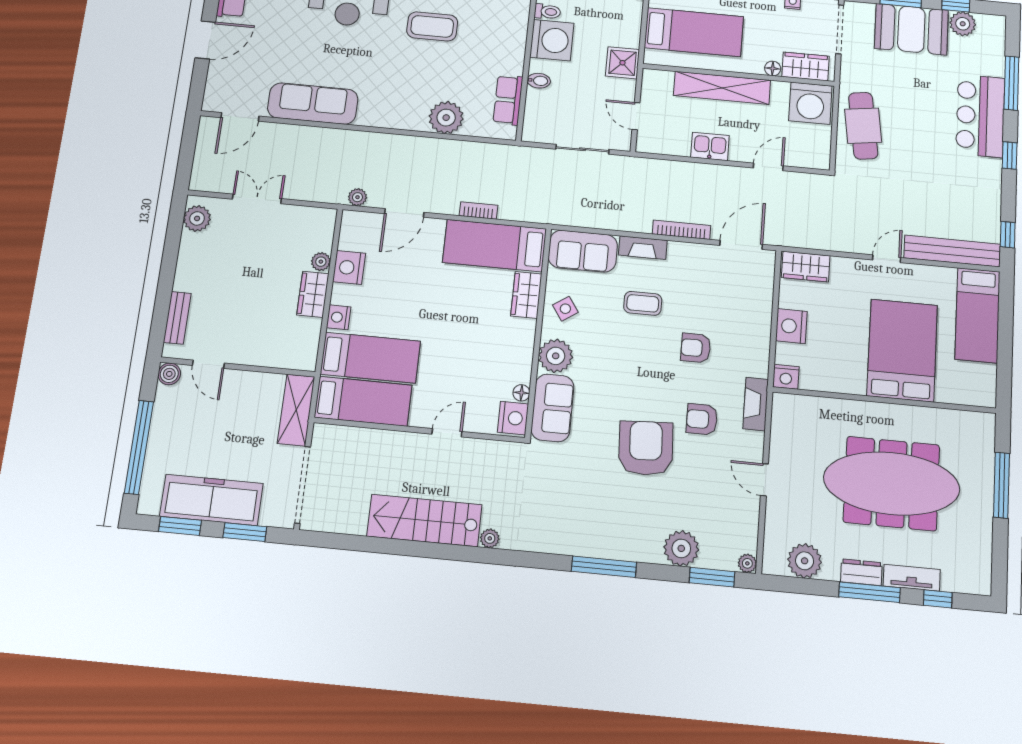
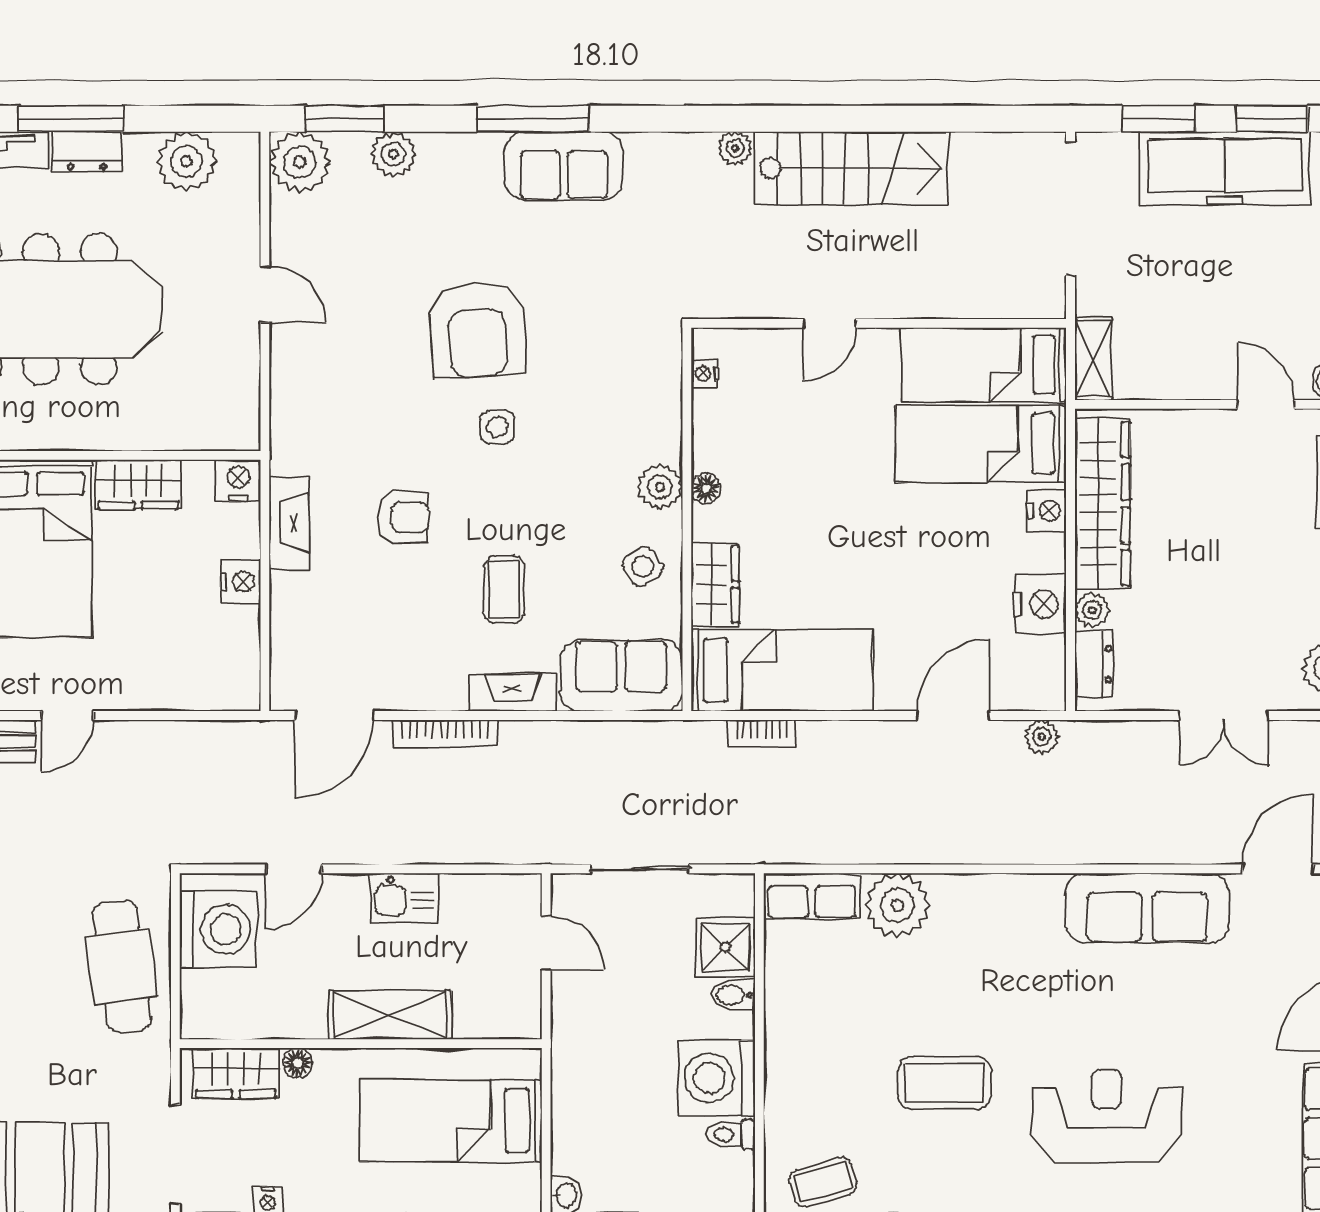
shower: (623, 63) -> (725, 947), moved
shelving: (722, 88) -> (390, 1015), width x0.68
row of seats: (508, 100) -> (812, 896), moved, turned 90
washing machine: (810, 103) -> (218, 929), moved, turned 90
bookcase: (478, 210) -> (762, 733), moved
dresser: (324, 233) -> (1094, 664), added
wardrobe: (806, 267) -> (138, 485), moved, turned 180
wardrobe: (313, 294) -> (1102, 504), width x2.10, depth x1.17
coffee table: (643, 303) -> (504, 589), turned 90
nightstand: (791, 326) -> (240, 582), width x0.74, depth x0.75
plant: (556, 356) -> (660, 487), width x0.73, depth x0.73
floor lamp: (521, 393) -> (706, 488), moved
side table: (639, 393) -> (497, 427), added
fireplace: (756, 404) -> (289, 523), moved
sofa: (552, 408) -> (564, 166), moved, turned -90
shelving: (296, 410) -> (1093, 359), width x0.67, depth x0.75
nightstand: (513, 418) -> (705, 374), width x0.53, depth x0.56
armchair: (702, 419) -> (382, 390), removed
plant: (681, 548) -> (393, 154), width x0.73, depth x0.73
plant: (747, 563) -> (300, 162), width x1.87, depth x1.87

